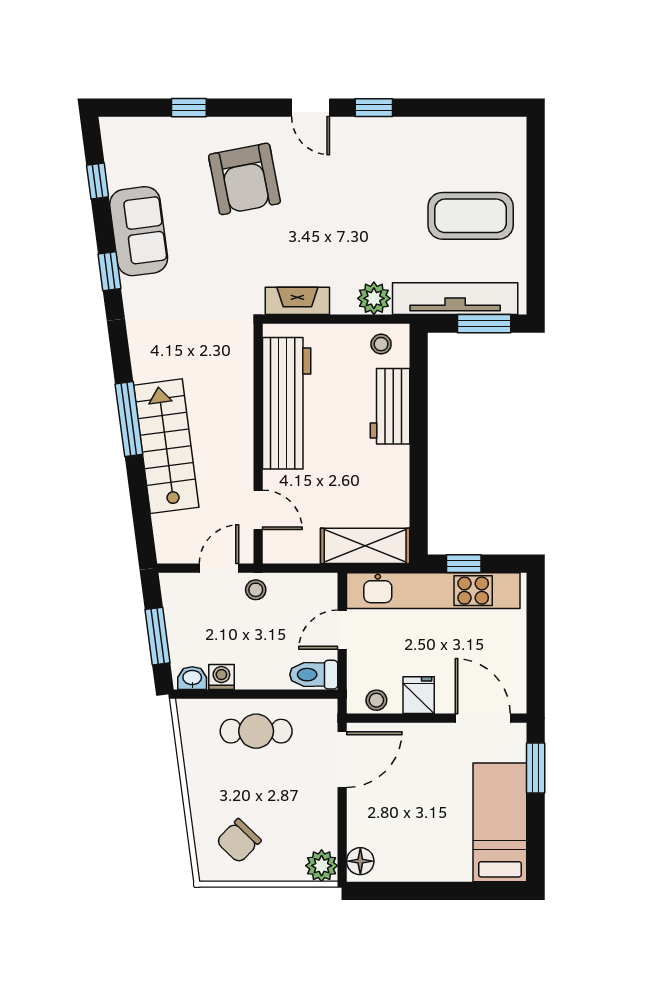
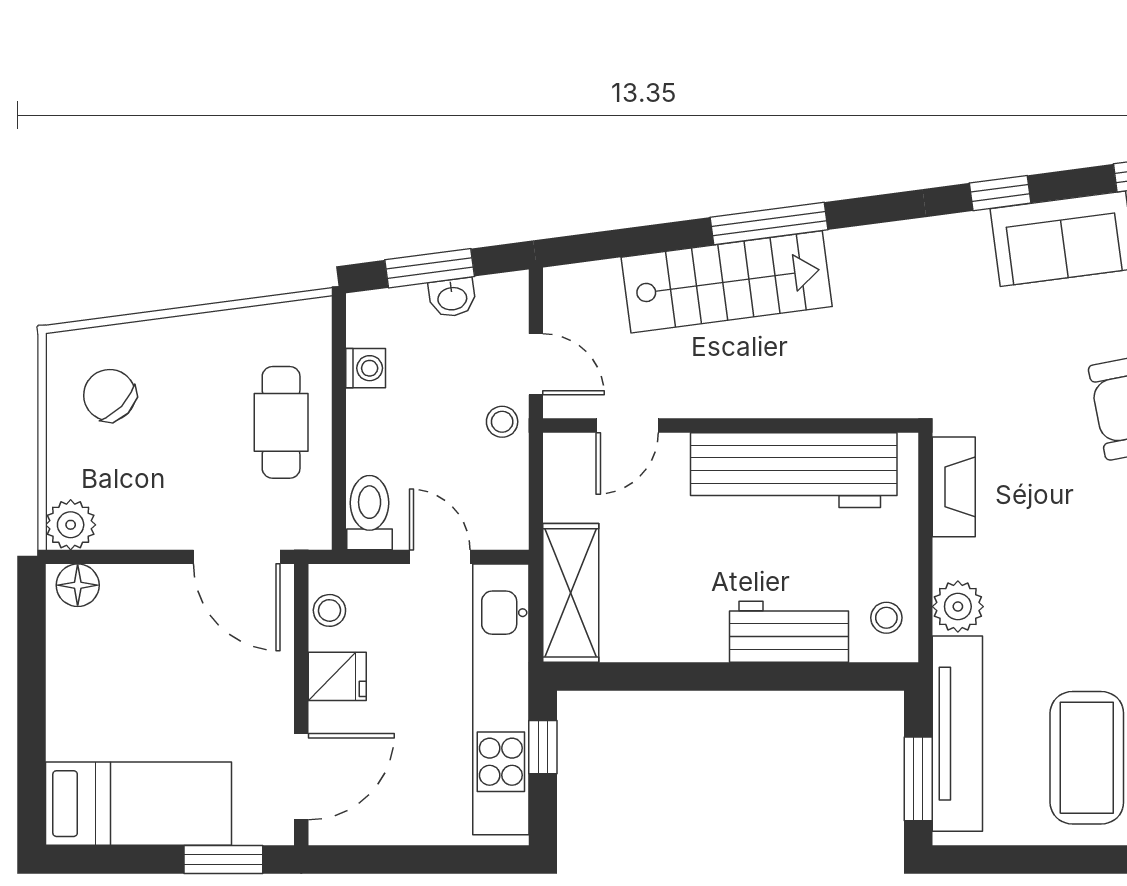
washbasin: (192, 678) -> (452, 298), moved, turned 82

